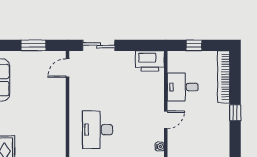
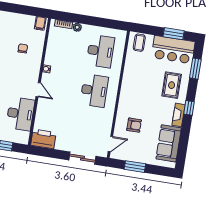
desk: (183, 87) -> (20, 114), width x1.37
armchair: (43, 95) -> (134, 125), added
door: (166, 120) -> (38, 90), swing flipped

